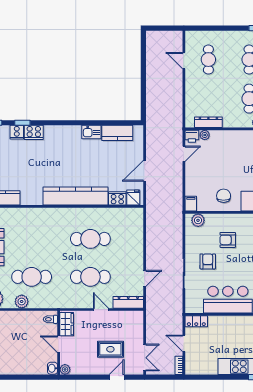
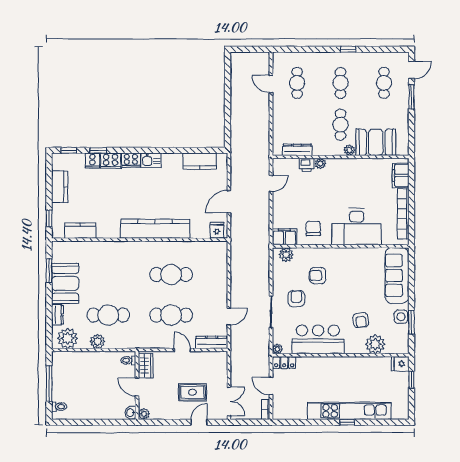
kitchen sink: (91, 132) -> (151, 160), moved
plant: (205, 135) -> (320, 164), moved
printer: (192, 136) -> (307, 165), moved
cooker: (117, 198) -> (131, 160), moved, turned 180
filing cabinet: (191, 204) -> (284, 237), width x2.00
plant: (190, 308) -> (277, 349), added

